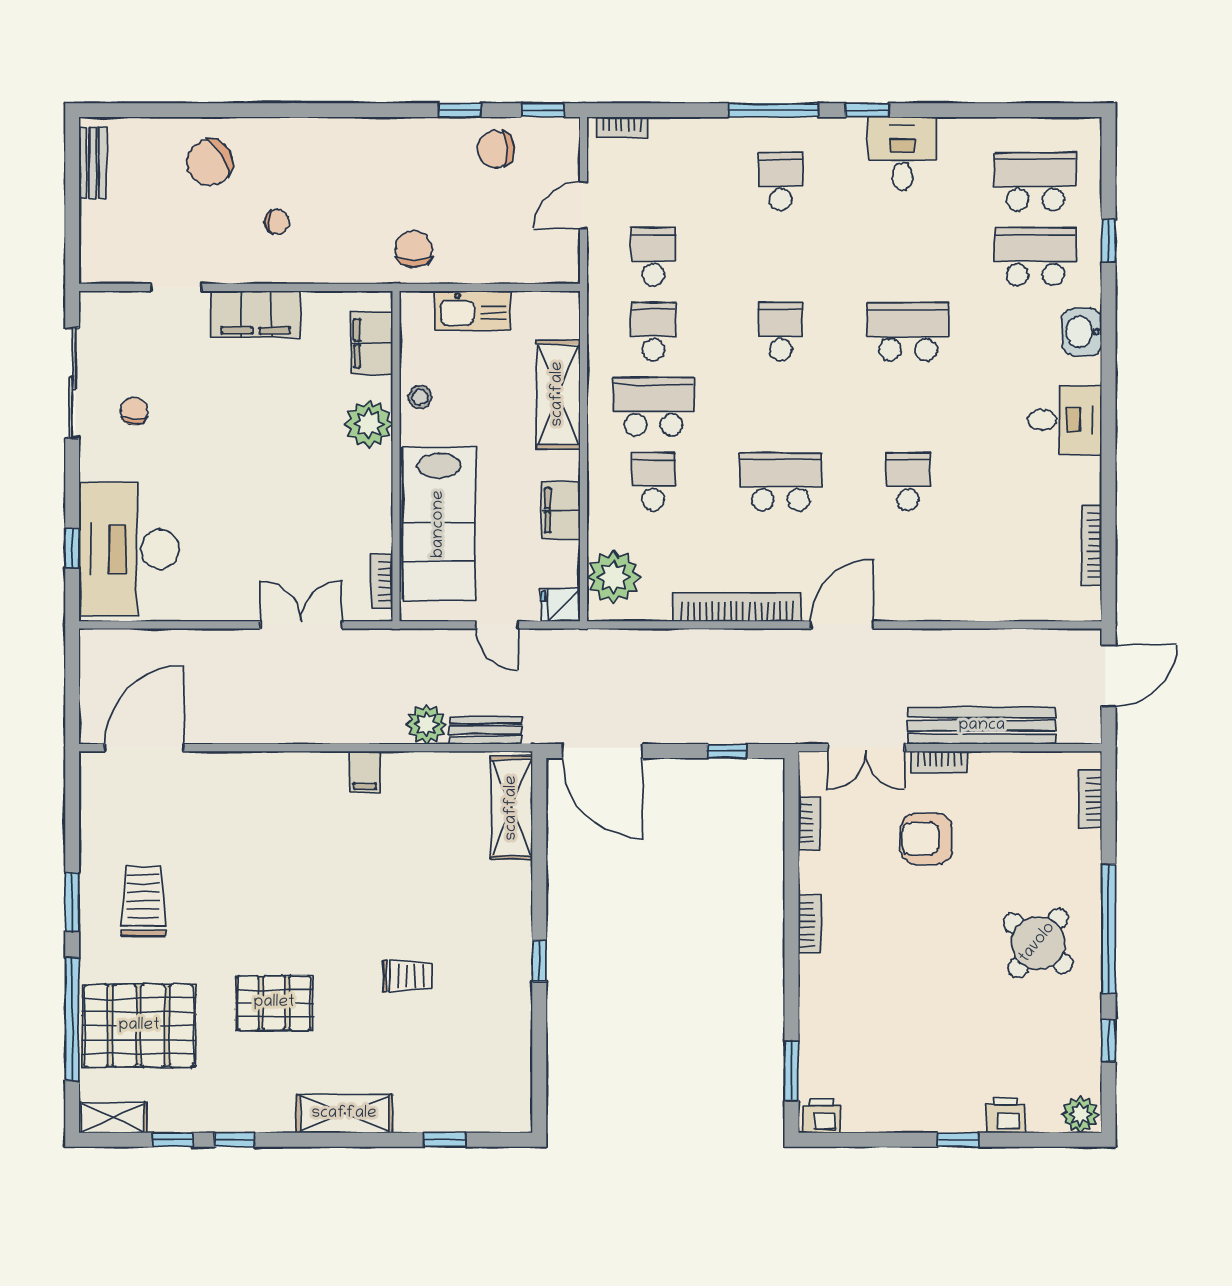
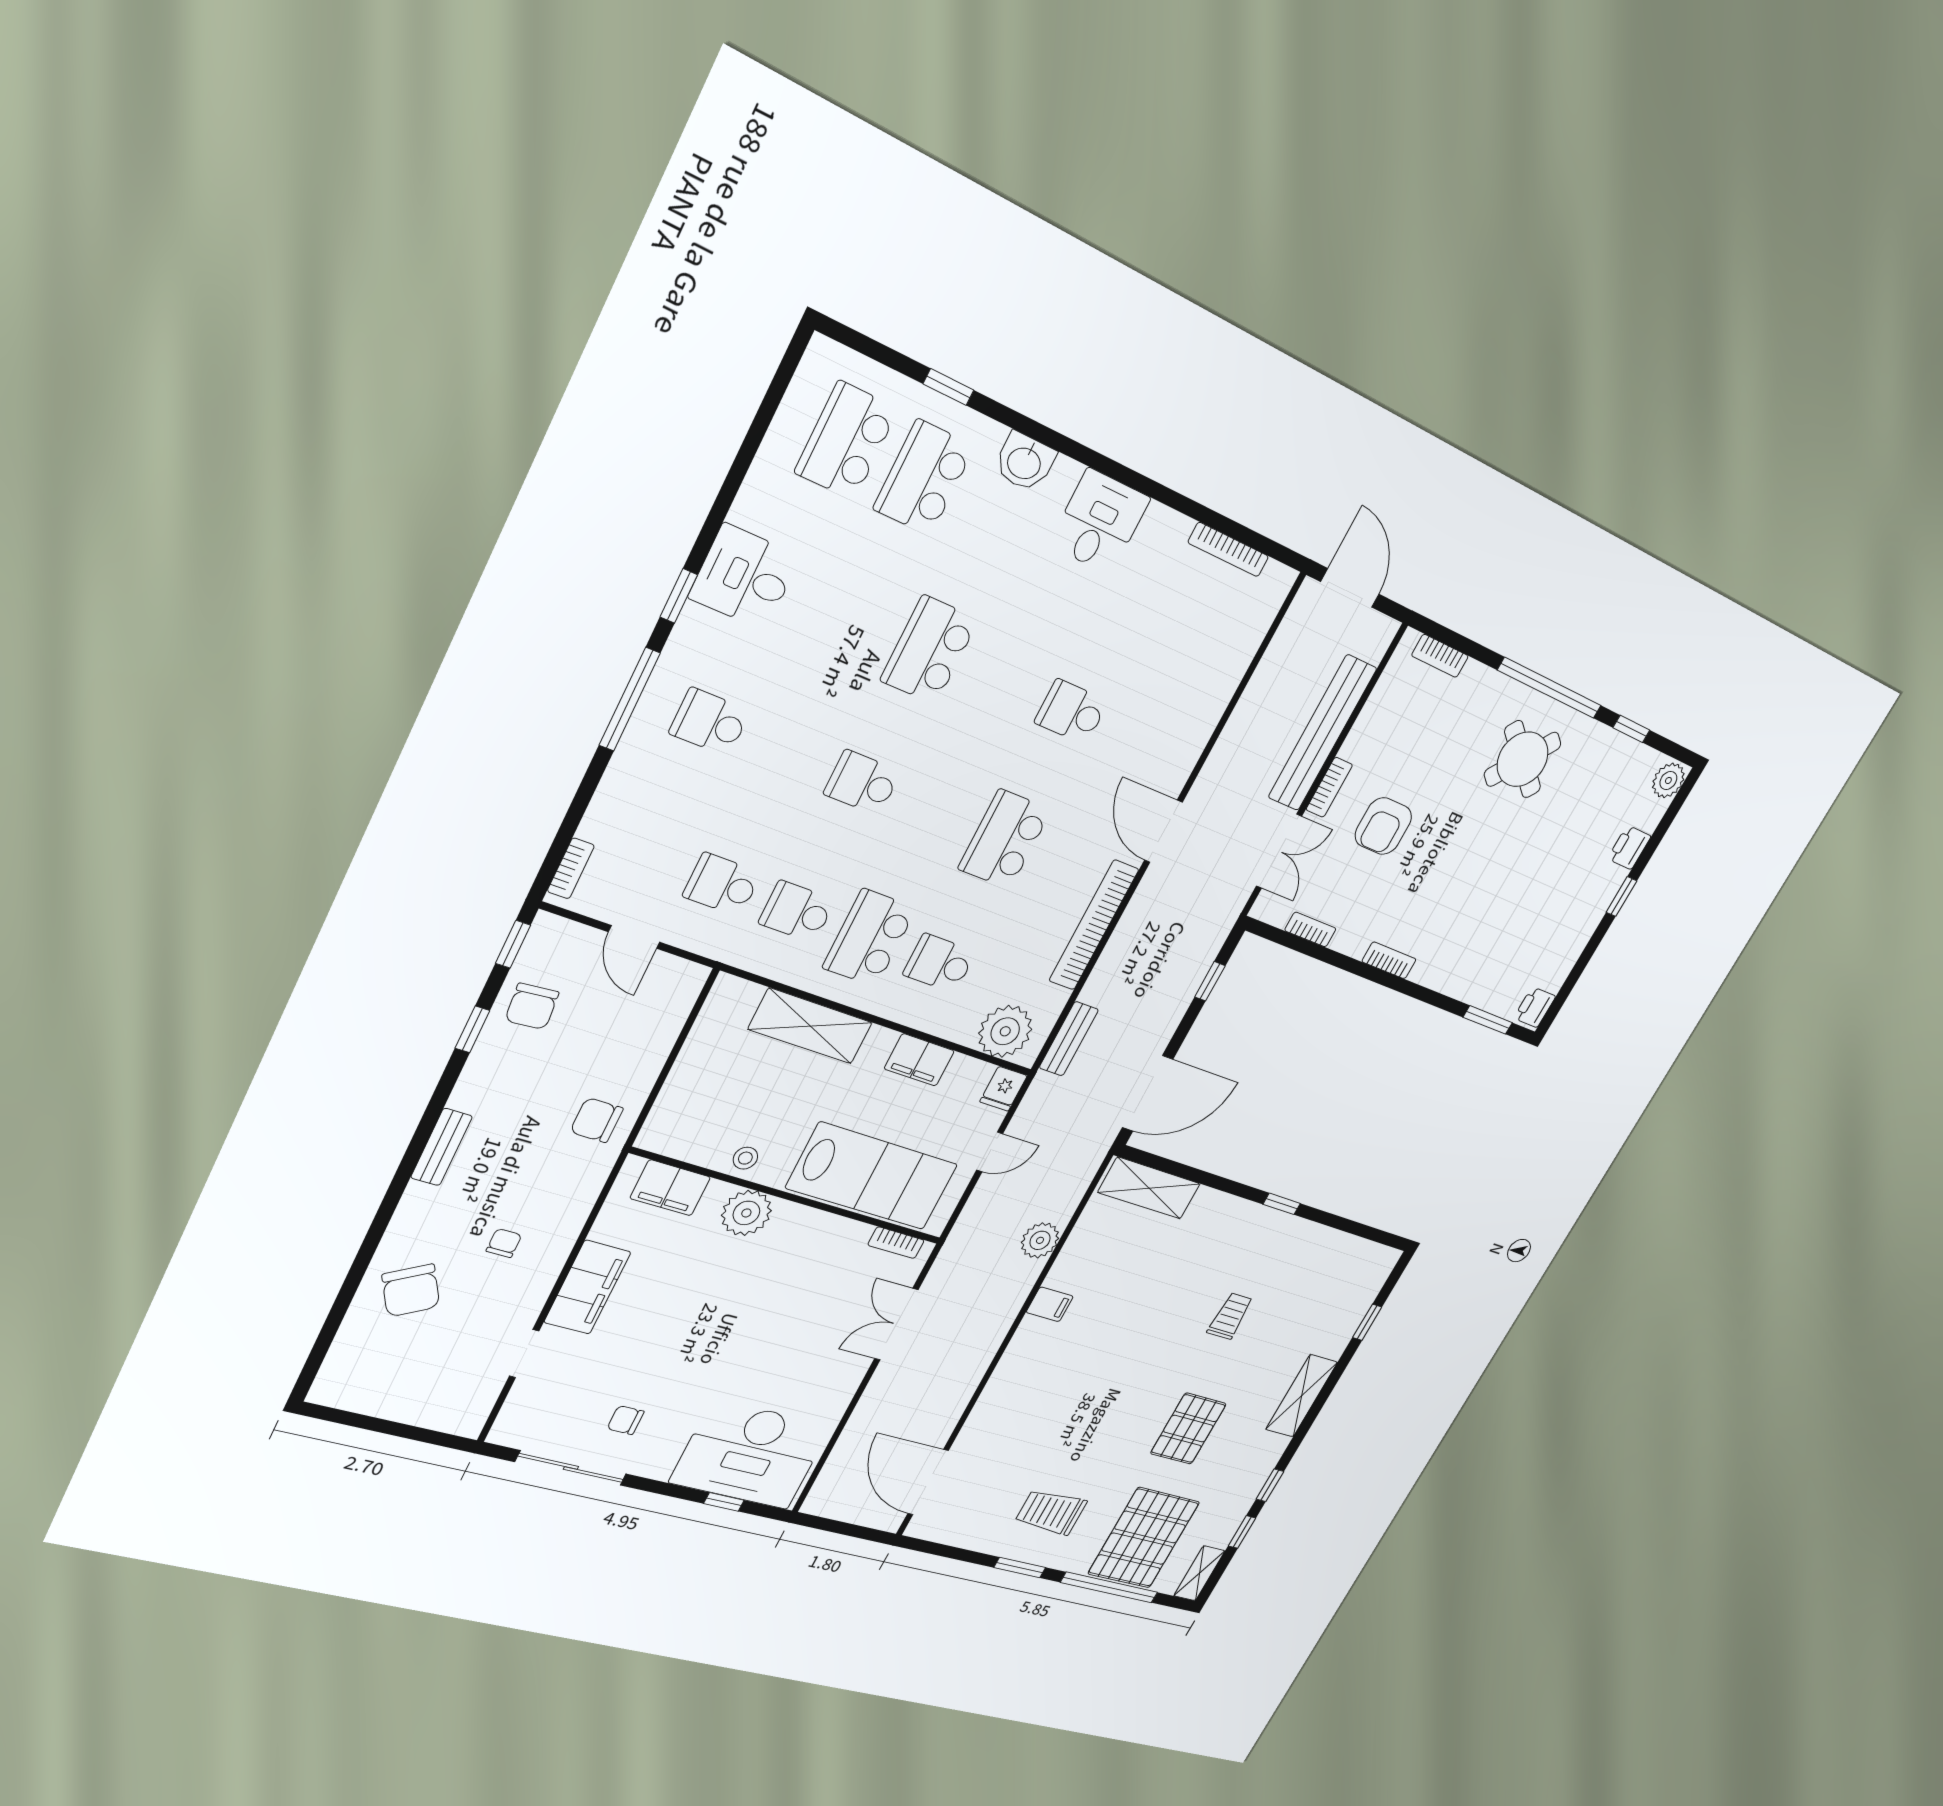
bench: (93, 163) -> (441, 1147), moved, turned 90
kitchen sink: (473, 311) -> (687, 1082), removed
bench: (485, 730) -> (1069, 1039), moved

